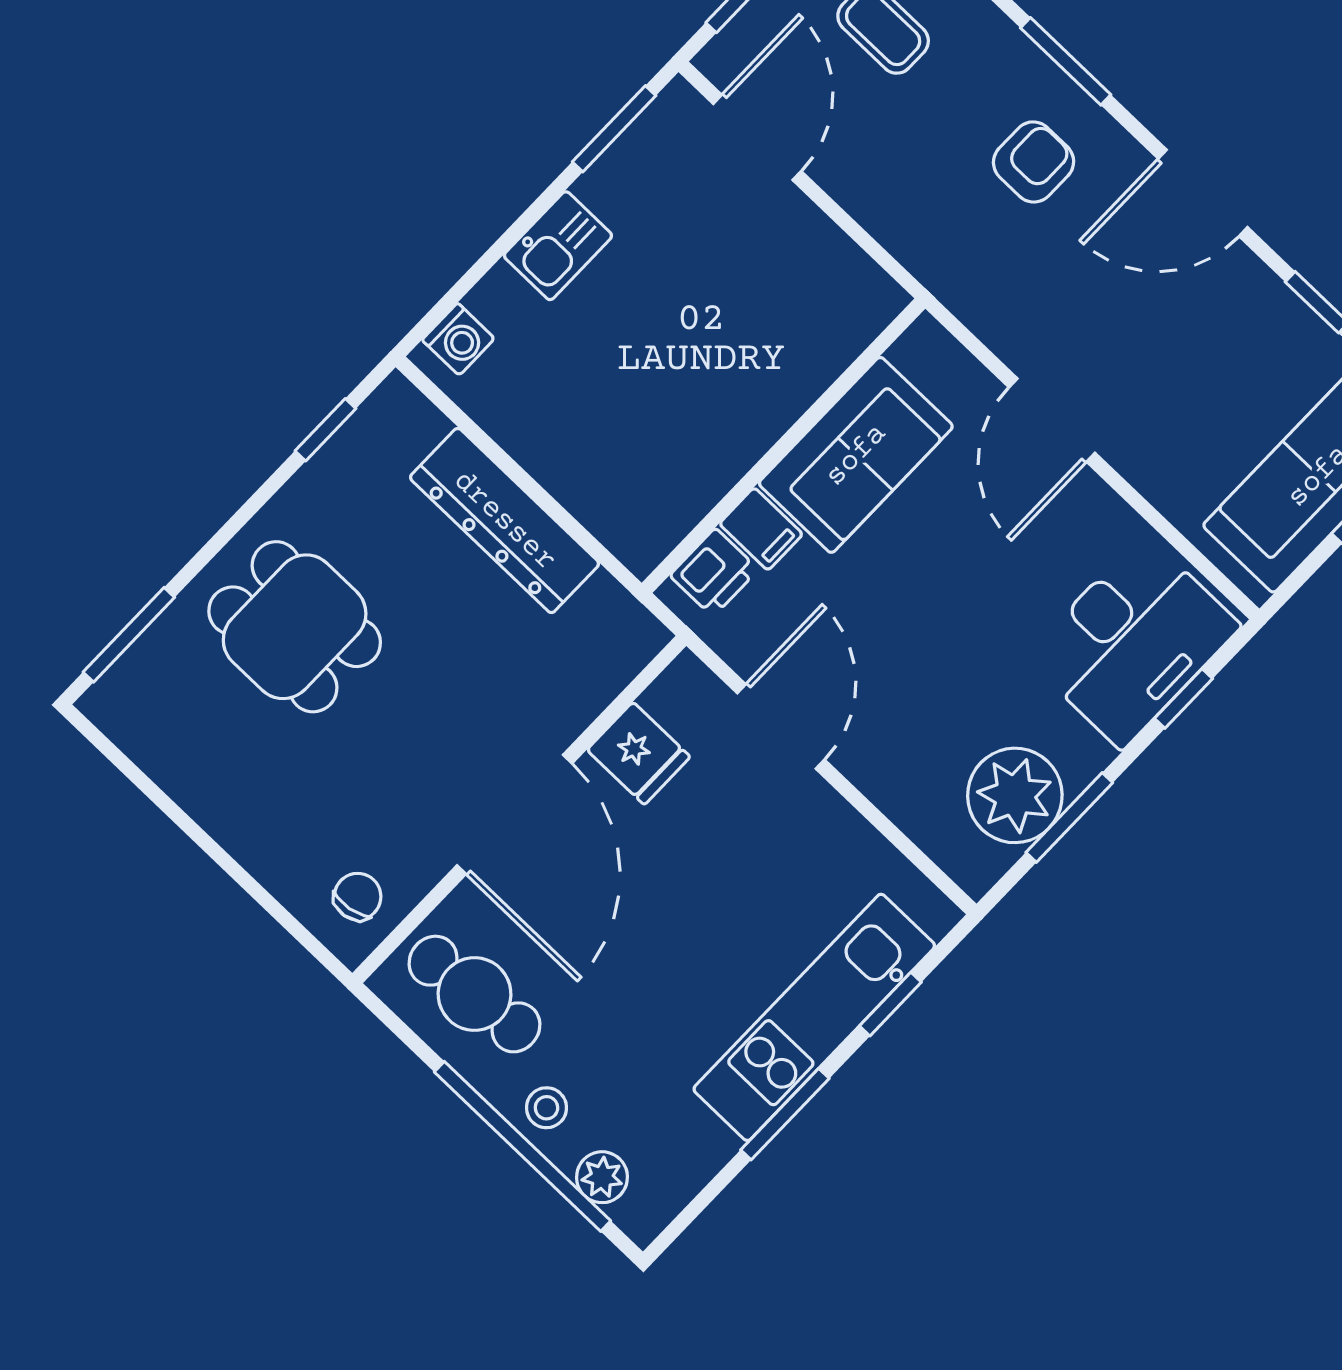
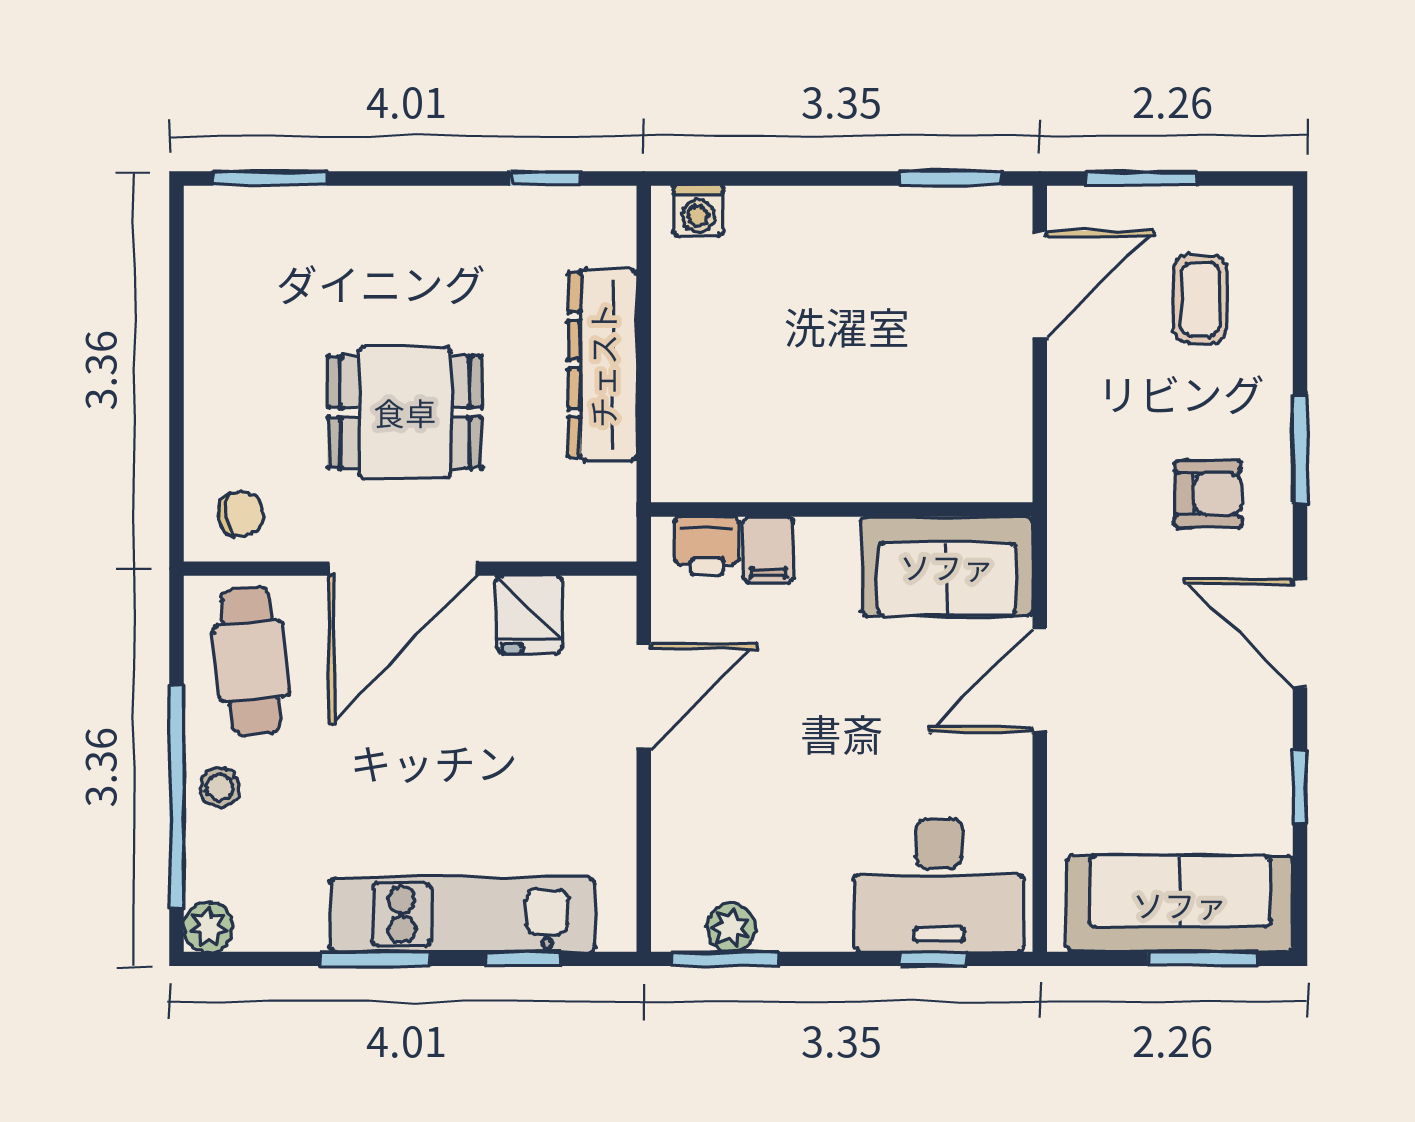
kitchen sink: (558, 246) -> (830, 218), removed
sofa: (856, 455) -> (947, 566), moved
dining table: (295, 627) -> (405, 412), moved, turned 90
plant: (1015, 795) -> (731, 927), width x0.53, depth x0.53
window: (1069, 818) -> (725, 959), moved
plant: (602, 1177) -> (208, 927), moved

